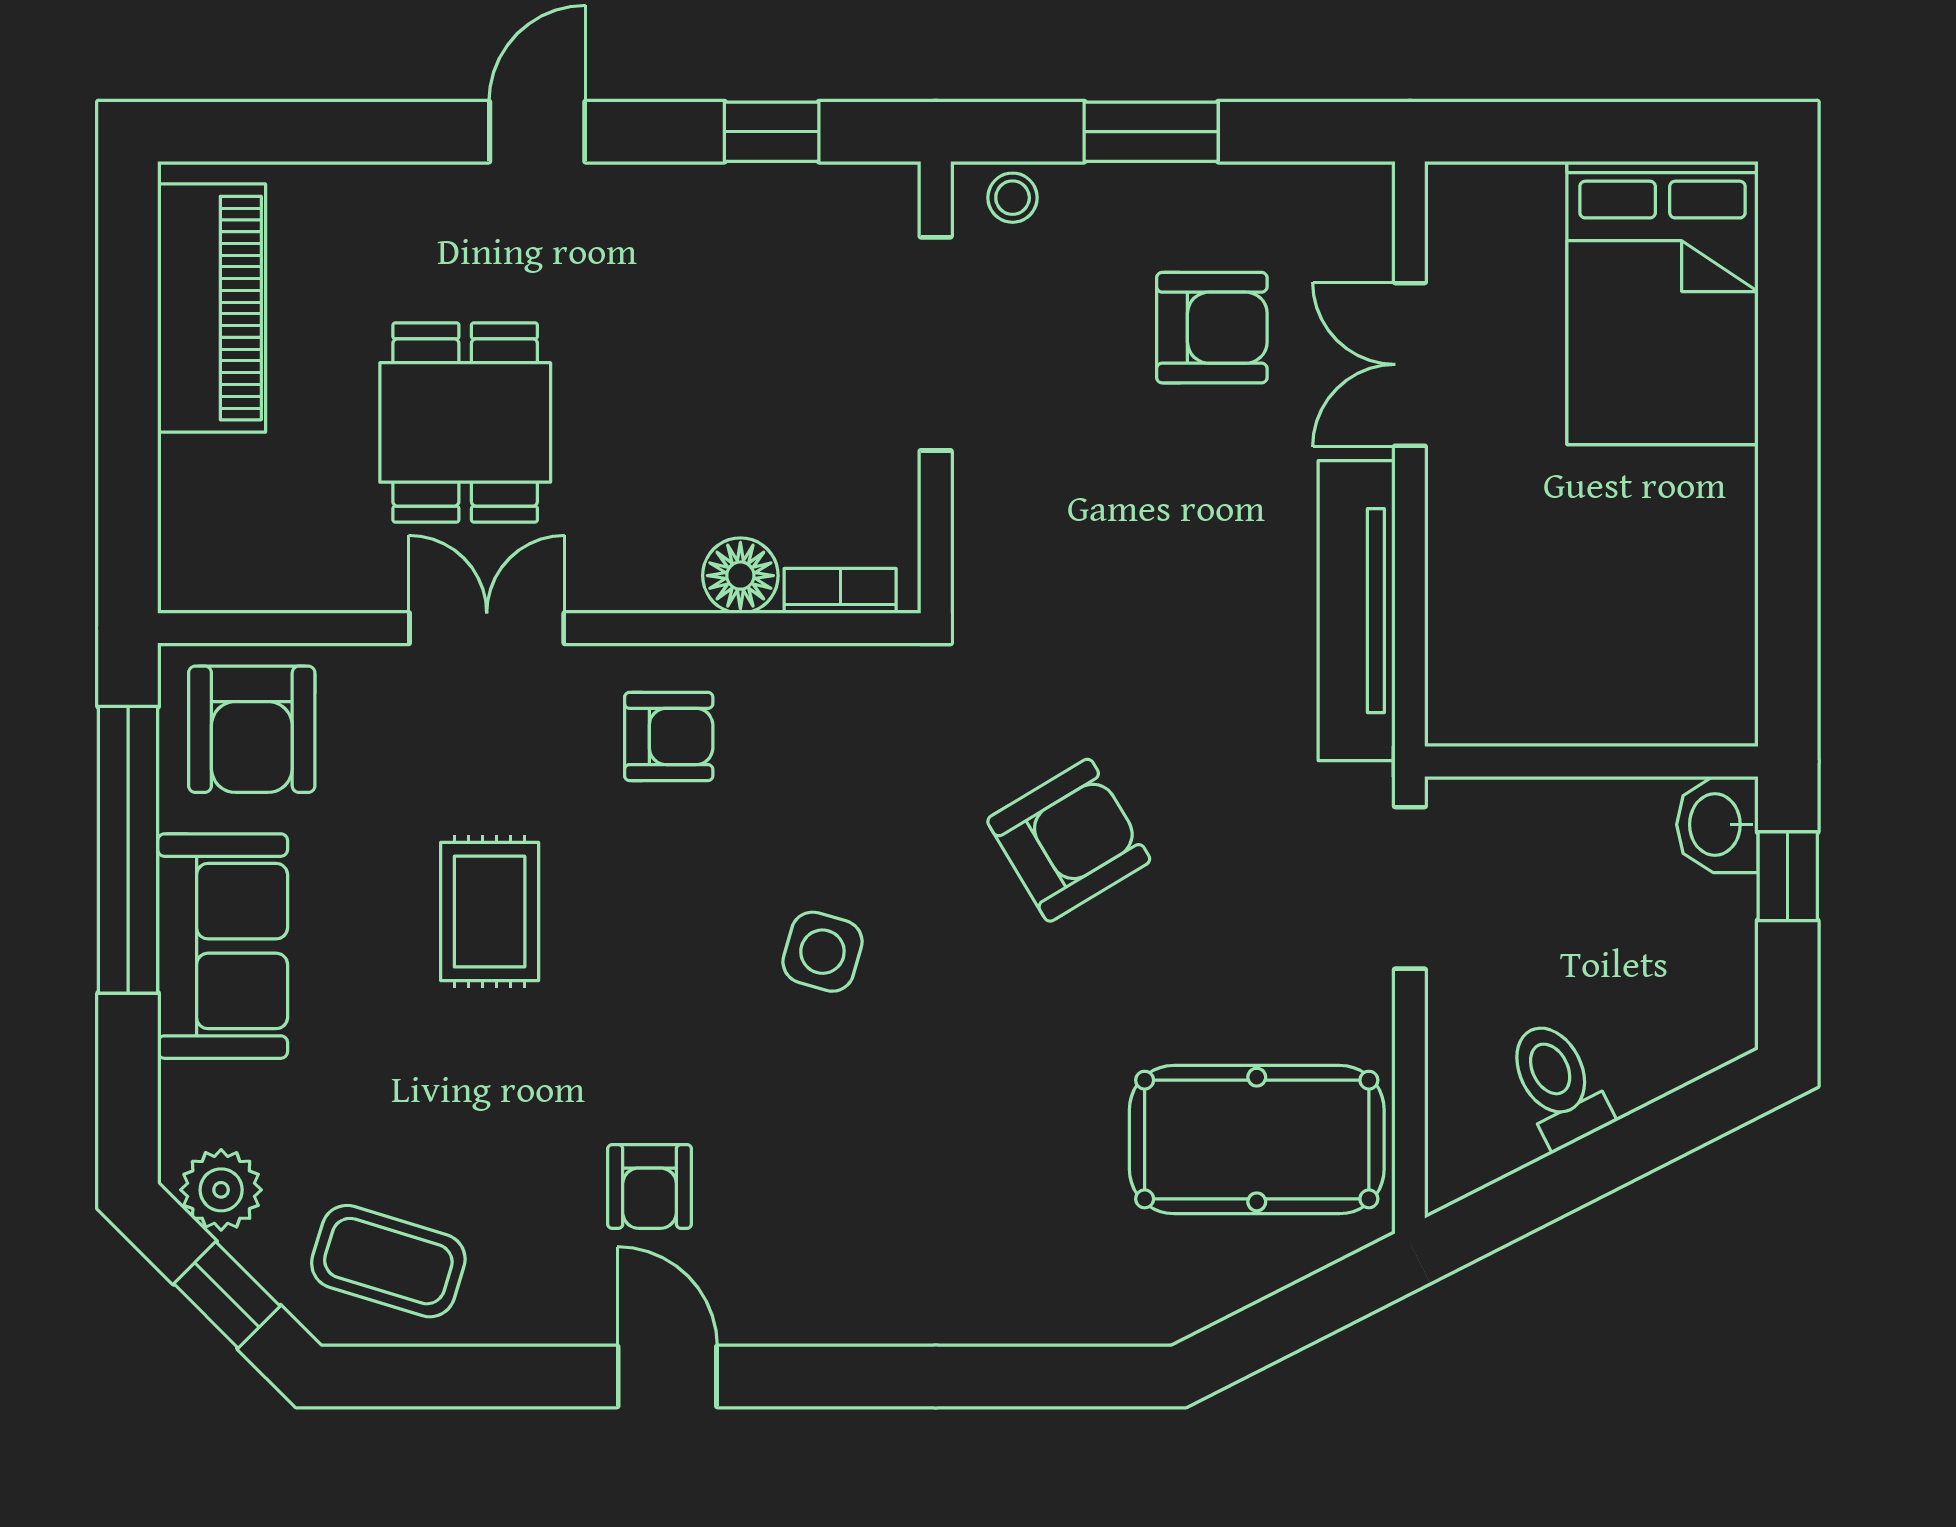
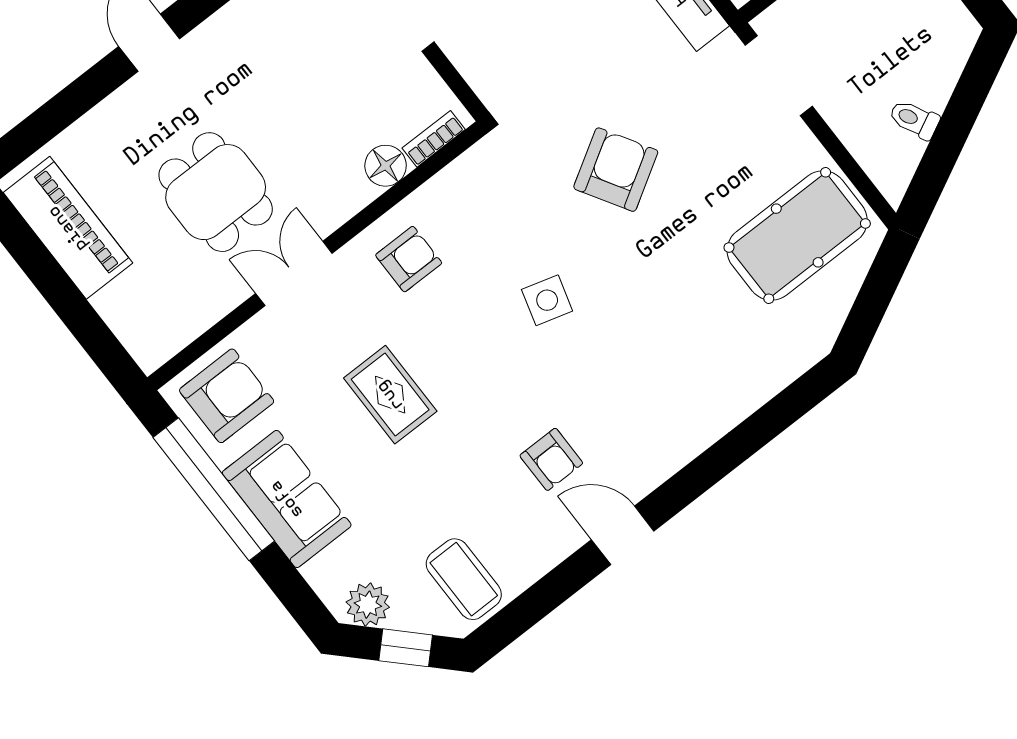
armchair: (252, 729) -> (227, 396), turned -90
toilet: (1558, 1084) -> (914, 119), width x0.73, depth x0.72
coffee table: (388, 1261) -> (464, 579), turned 73

